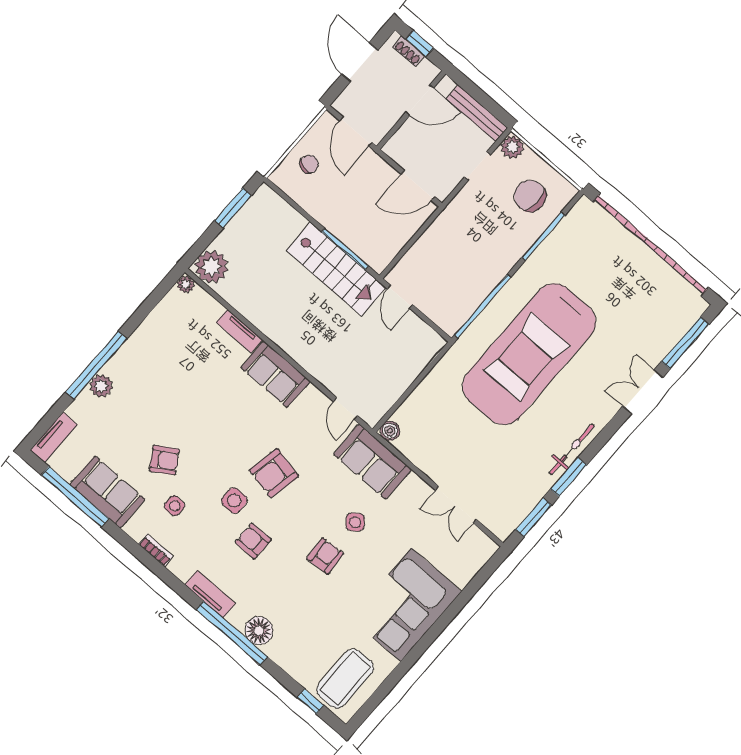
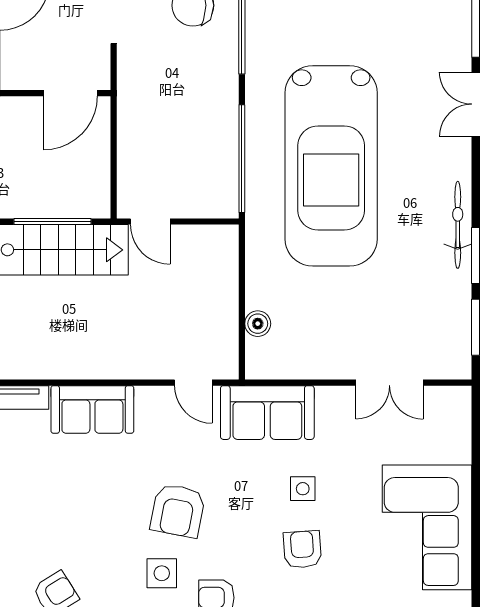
boiler: (390, 431) -> (258, 324), moved
side table: (355, 522) -> (303, 489), turned 38

